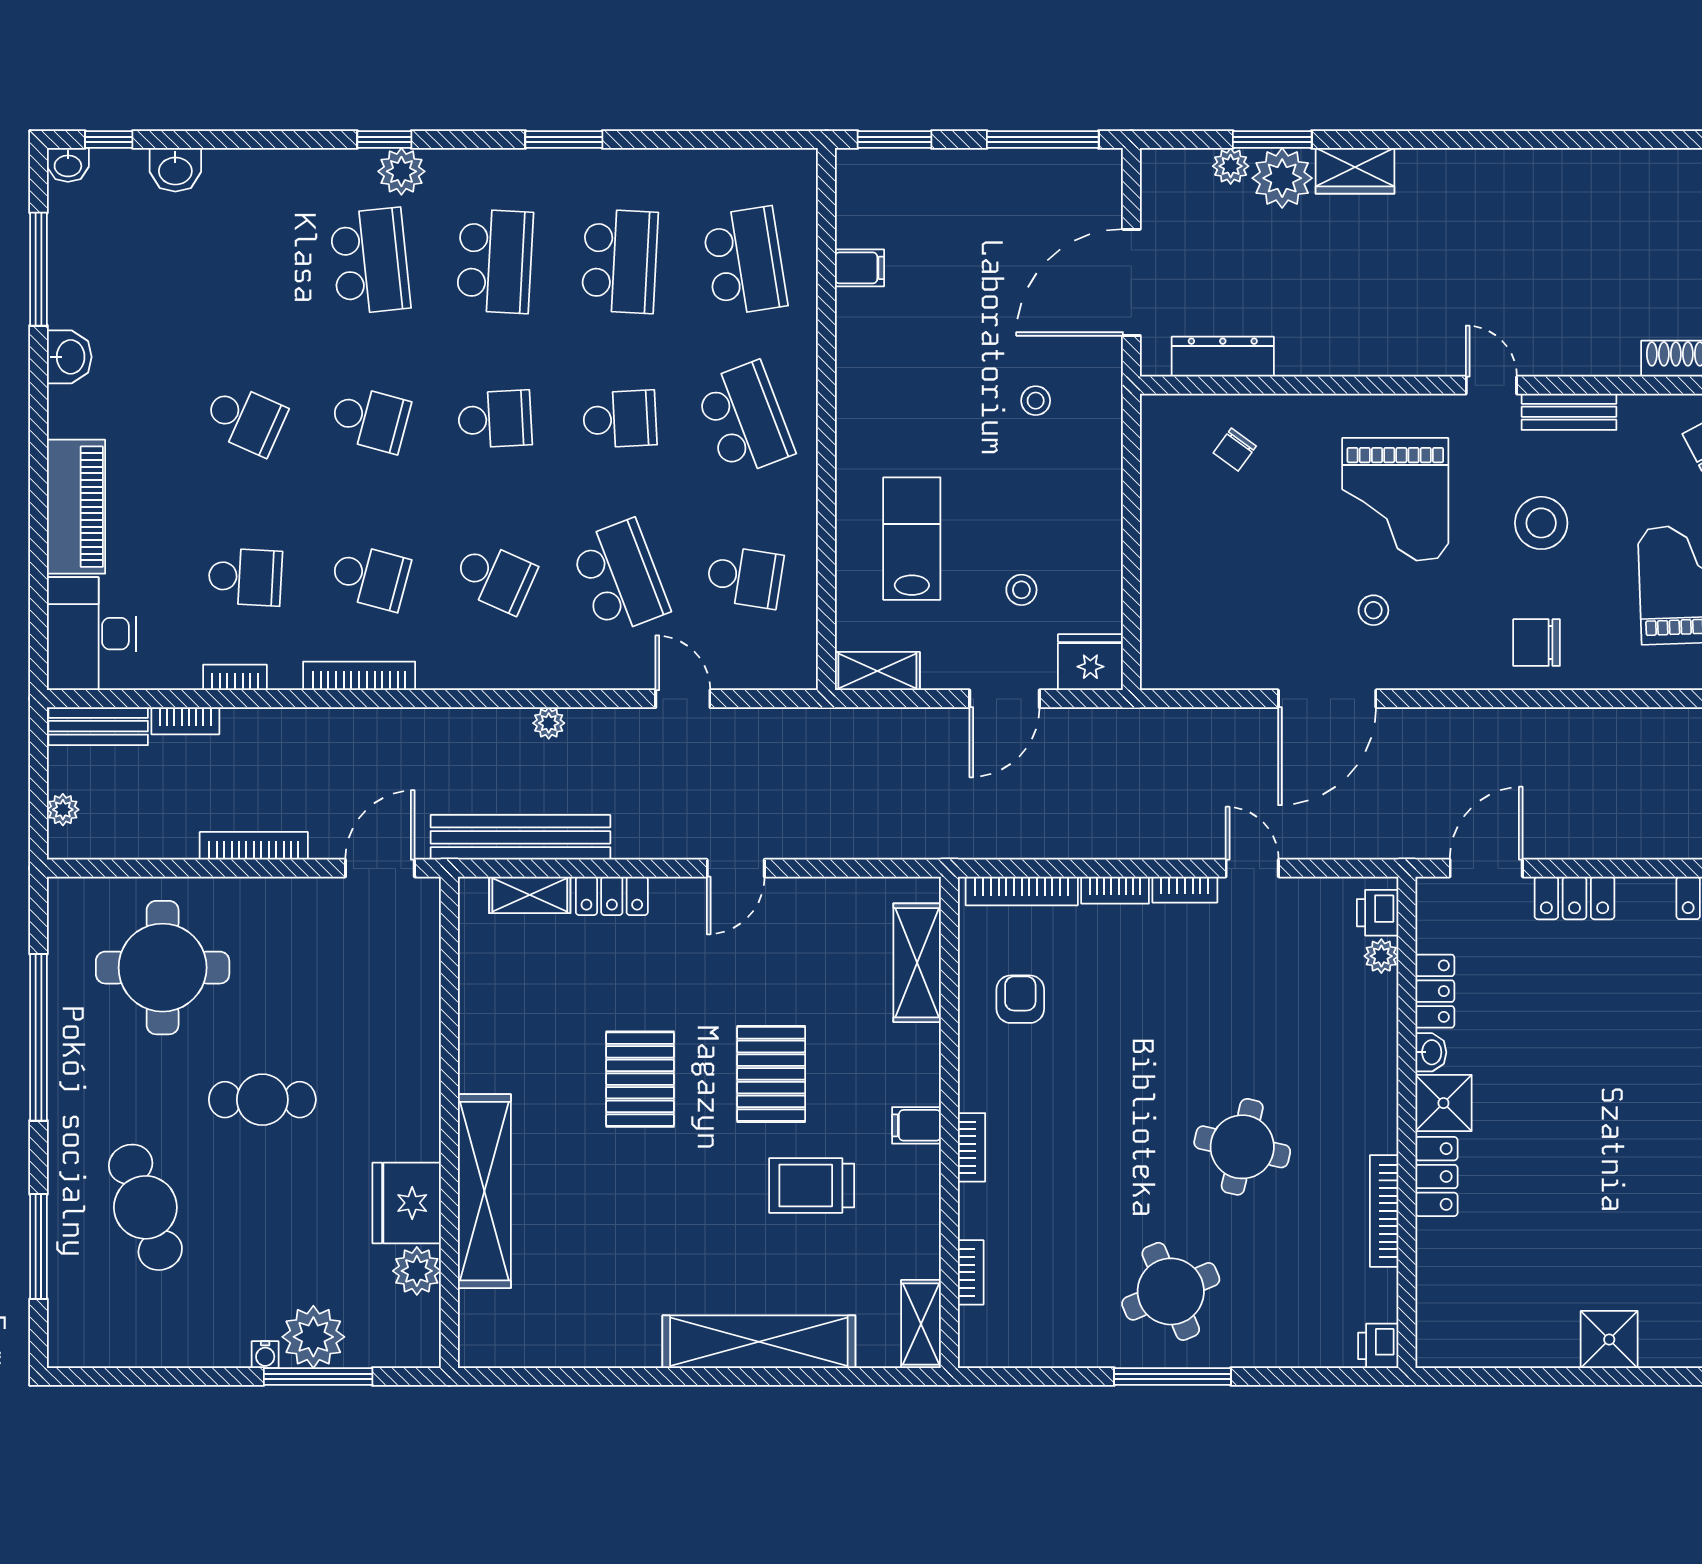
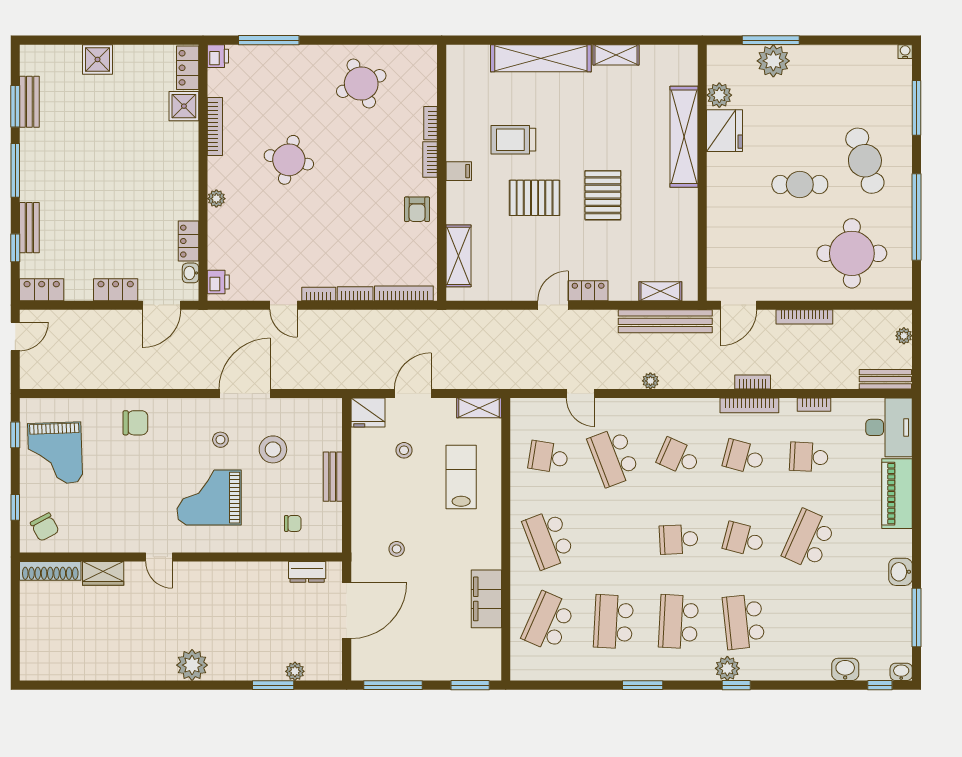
wardrobe: (1355, 171) -> (103, 573), moved, turned 180
plant: (1282, 178) -> (192, 665), moved
school desk: (745, 261) -> (548, 622), turned 33
filing cabinet: (860, 268) -> (486, 599), width x3.00, depth x1.17
dresser: (1223, 357) -> (307, 572), width x0.70
bench: (1569, 412) -> (333, 477), moved, turned 90
school desk: (245, 419) -> (809, 539), width x1.85
school desk: (620, 419) -> (613, 539), removed
chair: (1235, 450) -> (293, 523), turned 54
grand piano: (1395, 499) -> (209, 498), turned -90
stool: (1541, 523) -> (273, 449), moved
lab bench: (912, 539) -> (461, 477), turned 180
bookcase: (185, 721) -> (753, 382), moved
locker: (612, 896) -> (588, 291), moved
plant: (1381, 956) -> (216, 199), moved
armchair: (1020, 999) -> (417, 209), moved
washbasin: (1431, 1052) -> (191, 273), moved
pallet: (771, 1074) -> (535, 198), turned 90
shower: (1443, 1103) -> (184, 106), moved
locker: (1436, 1176) -> (188, 68), moved
trolley: (812, 1186) -> (513, 140), turned 180
cafe table: (145, 1207) -> (865, 161), moved
bookcase: (971, 1272) -> (430, 123), moved
round table: (1171, 1291) -> (361, 84), moved
shelving: (921, 1324) -> (616, 55), moved, turned 90
water cooler: (265, 1355) -> (905, 52), moved
window: (1173, 1377) -> (269, 40), moved

